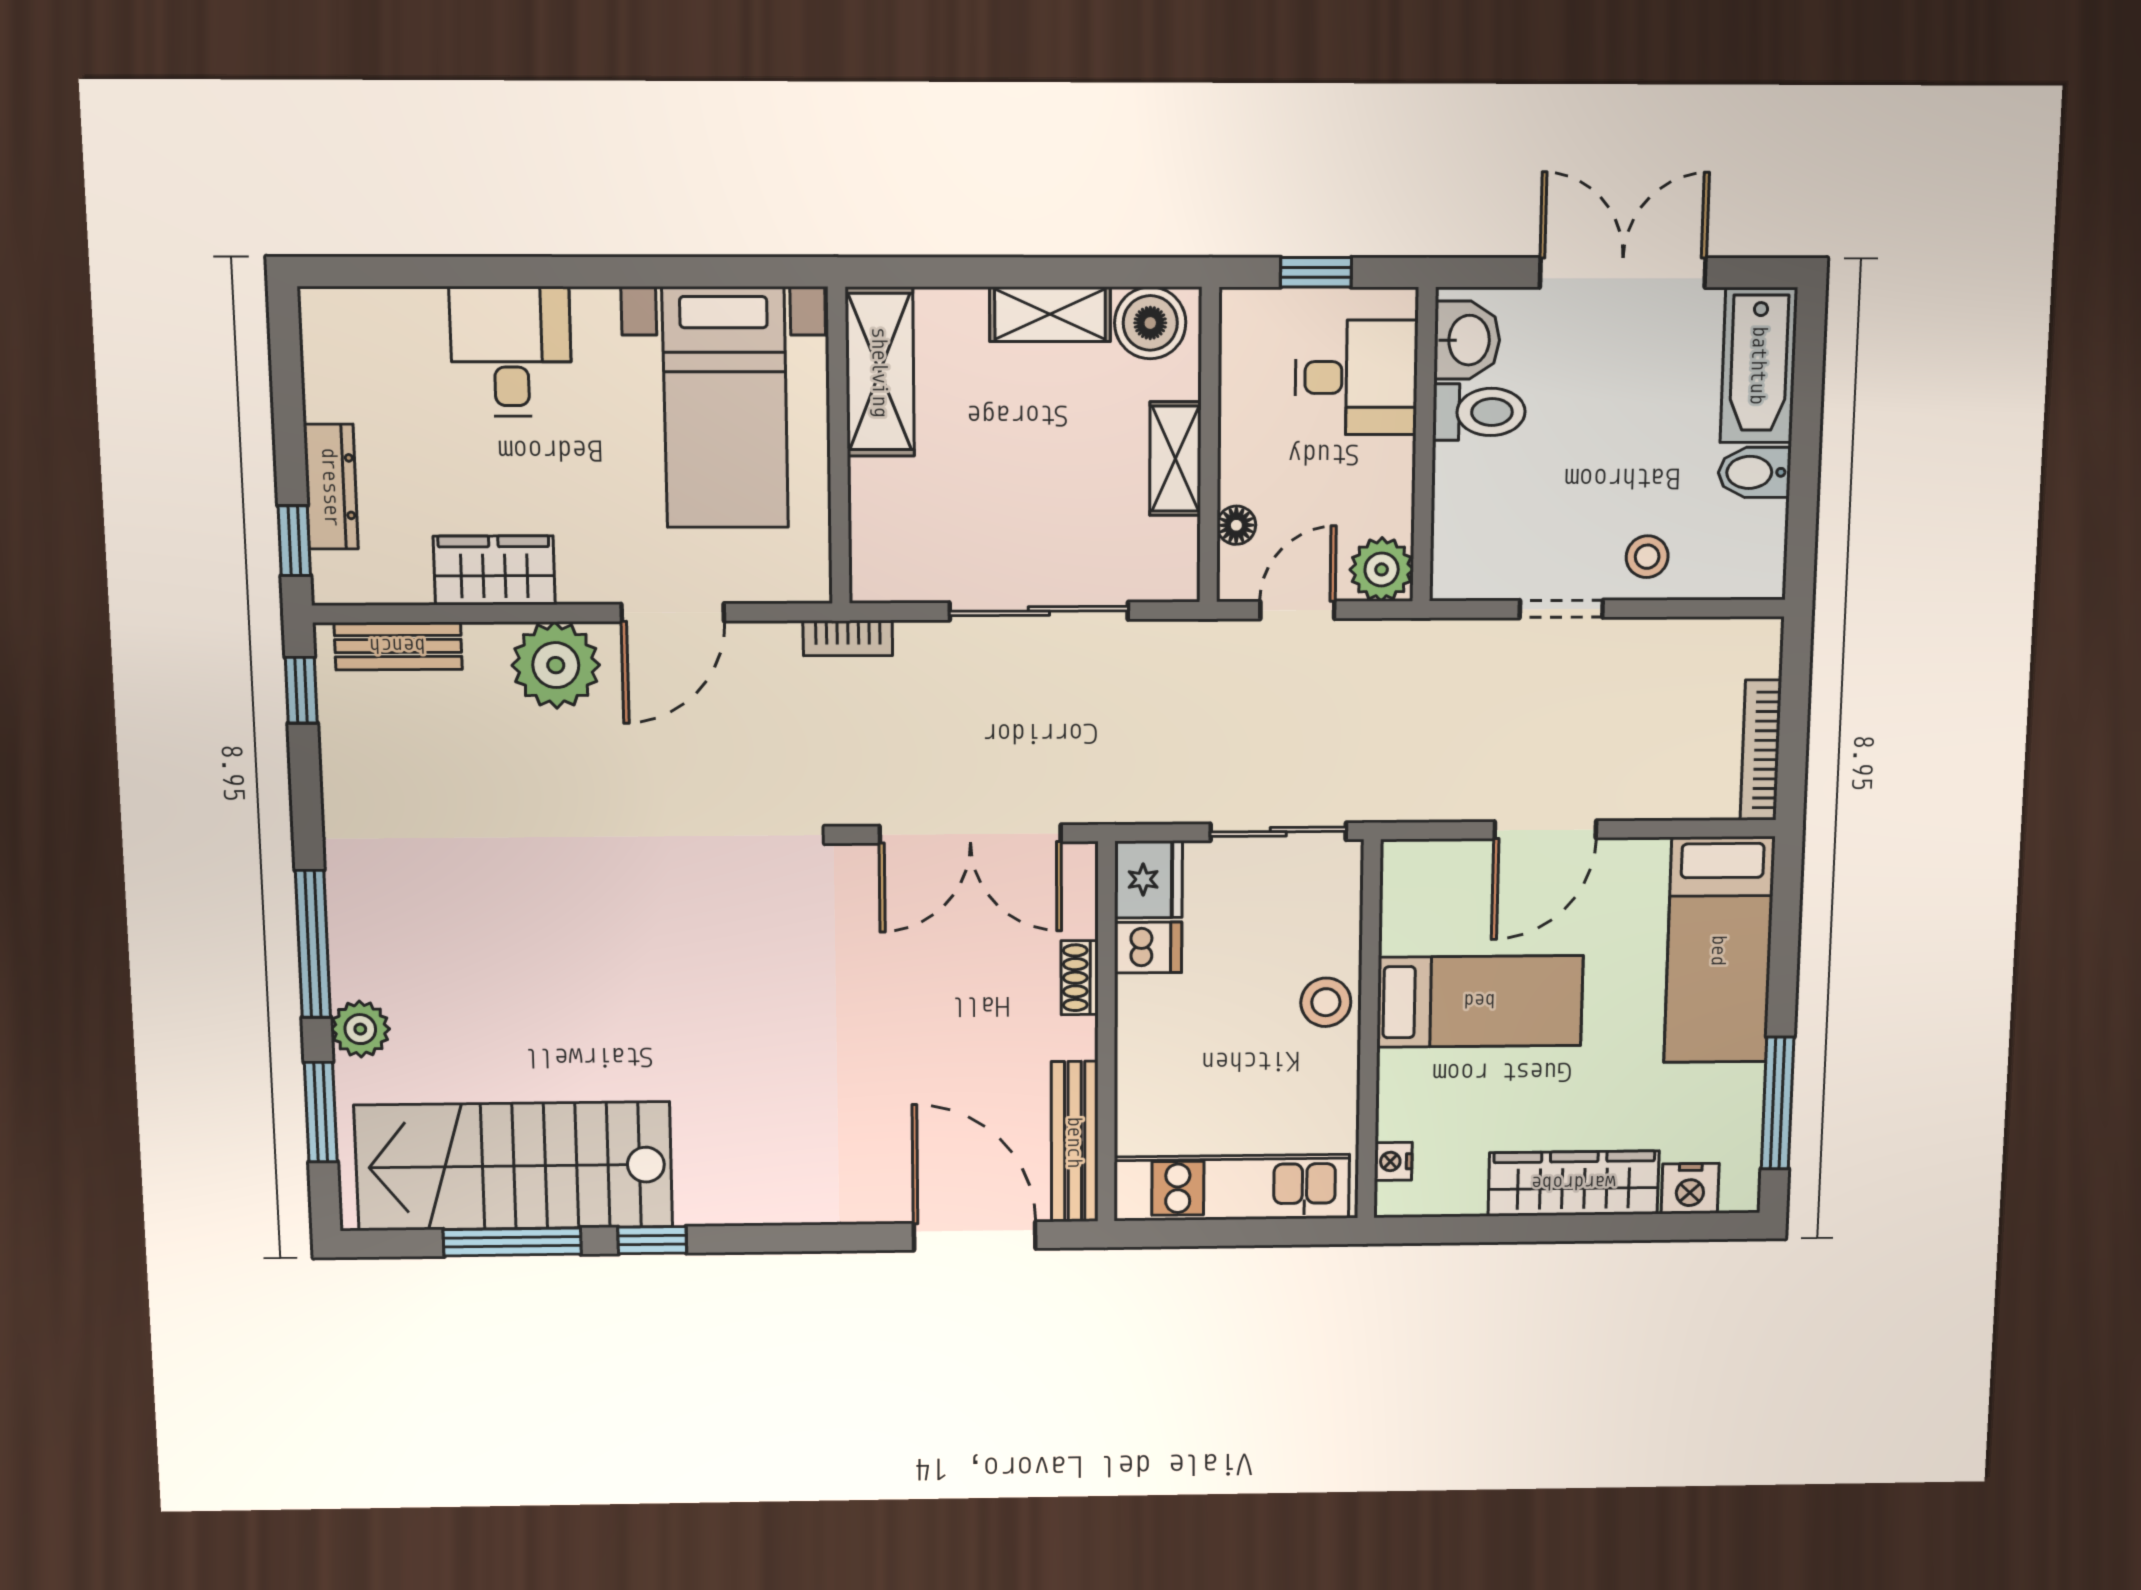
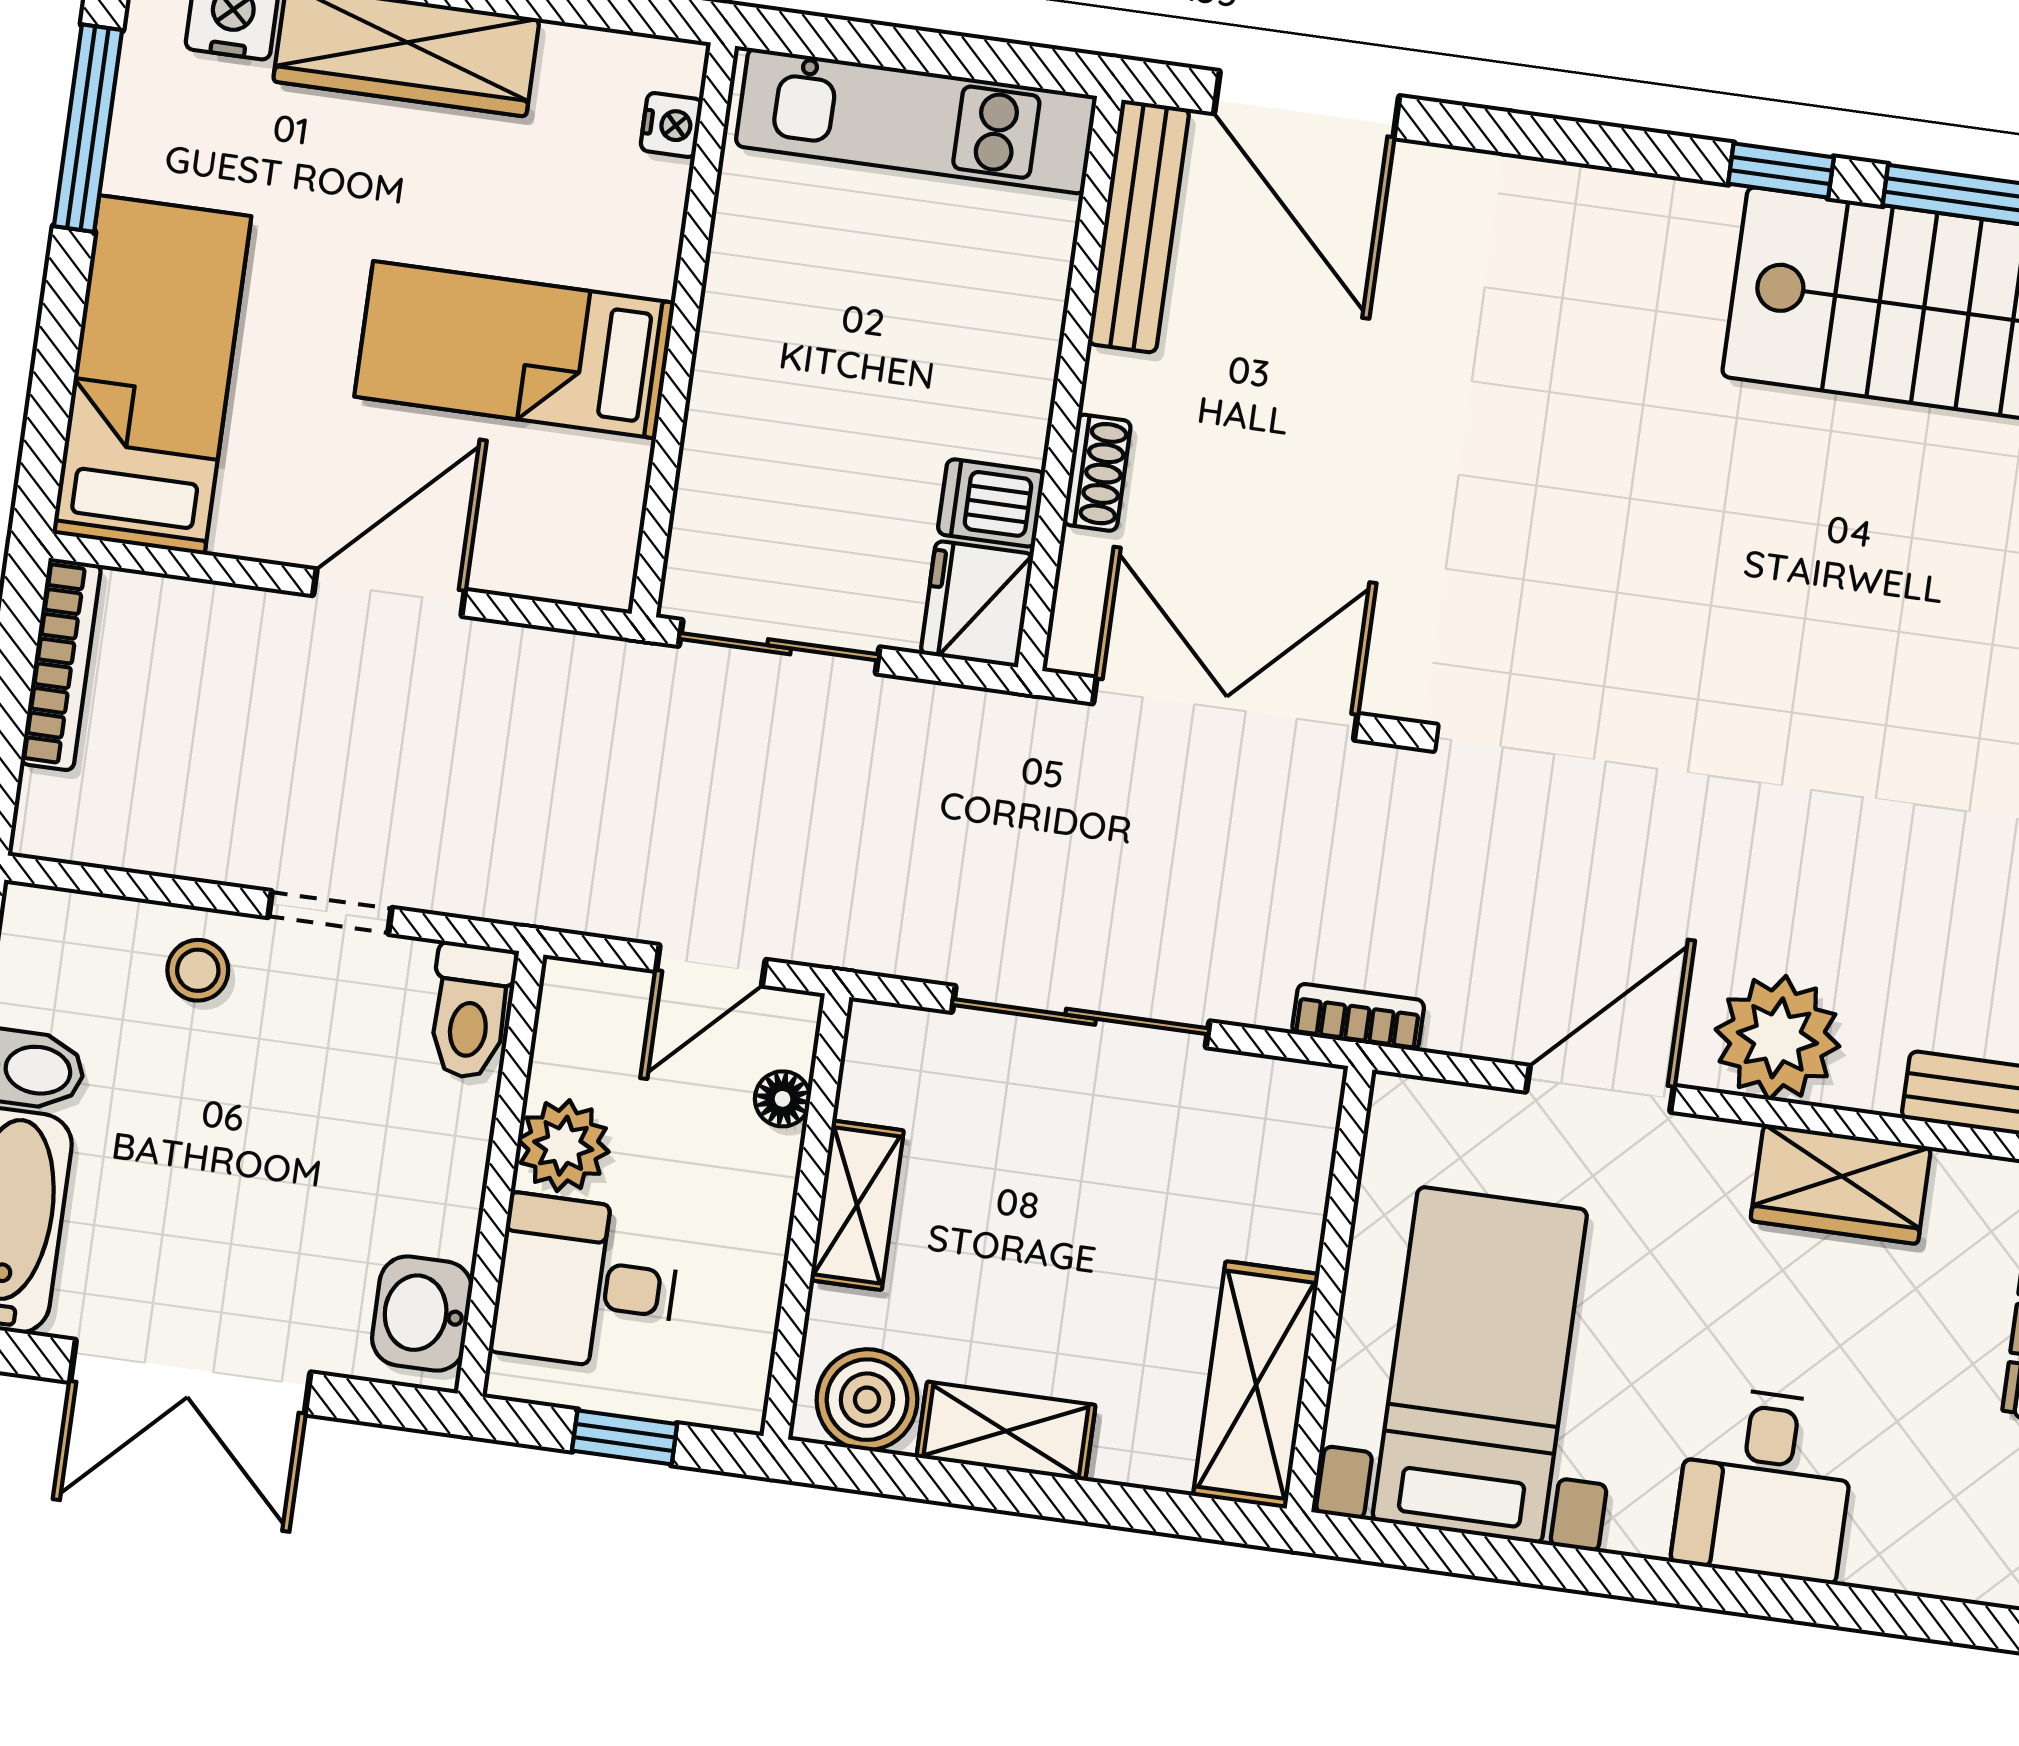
toilet: (1479, 412) -> (470, 1011), moved, turned -90
plant: (1382, 569) -> (563, 1146), moved
stool: (1326, 1002) -> (741, 382), removed

